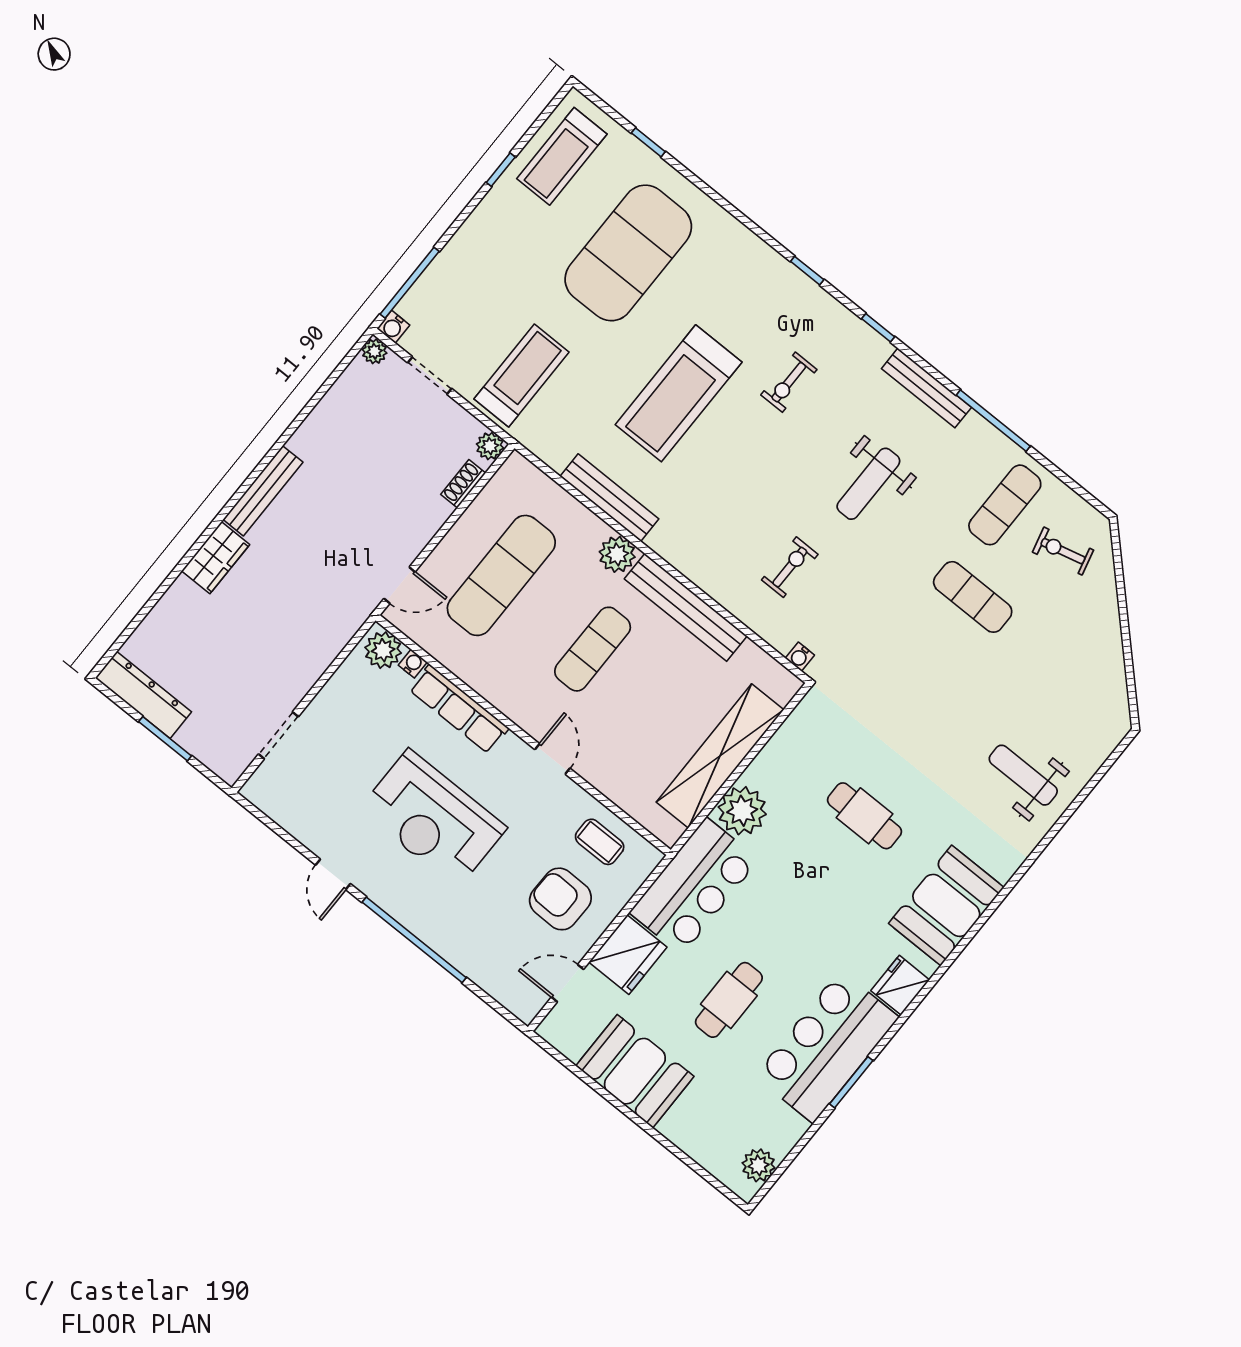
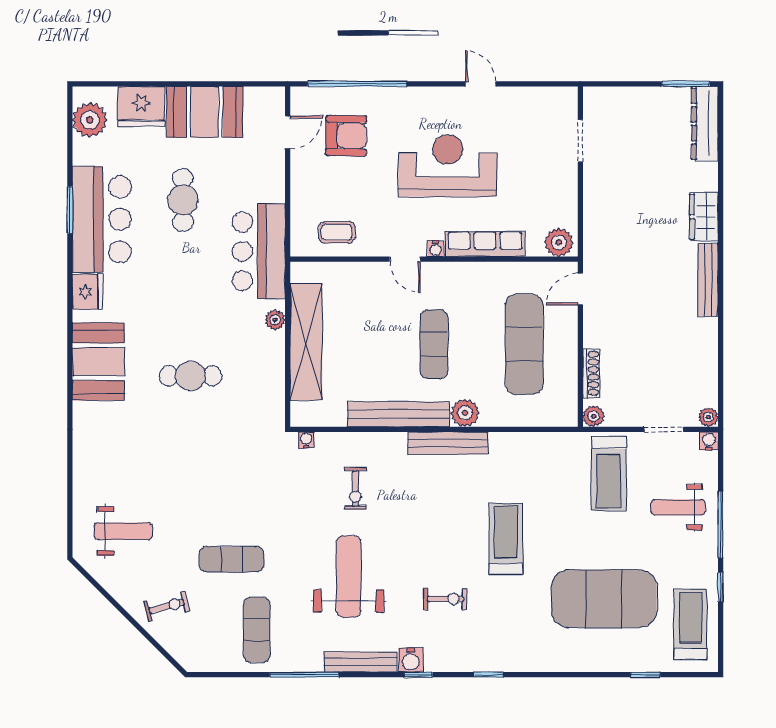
exercise mat: (628, 253) -> (604, 599), turned 90
window: (410, 283) -> (721, 525), moved
weight bench: (479, 285) -> (678, 507), added
water cooler: (874, 349) -> (411, 660), added
exercise bike: (789, 382) -> (445, 599), turned 90
treadmill: (679, 393) -> (506, 539), width x0.73, depth x0.73
shoe rack: (463, 484) -> (591, 373), width x1.43
weight bench: (868, 484) -> (349, 577), width x1.36, depth x1.33
bench: (609, 498) -> (448, 443), moved
exercise bike: (1063, 551) -> (167, 606), moved
water cooler: (413, 664) -> (436, 249), moved
dresser: (143, 695) -> (705, 124), moved, turned 90
window: (165, 739) -> (686, 84), moved
weight bench: (1023, 775) -> (123, 531), moved
plant: (742, 811) -> (275, 320), width x0.53, depth x0.53
armchair: (560, 899) -> (346, 136), moved
window: (414, 940) -> (357, 84), moved
fridge: (628, 955) -> (141, 106), moved, turned -90
plant: (759, 1165) -> (90, 120), width x1.36, depth x1.36

